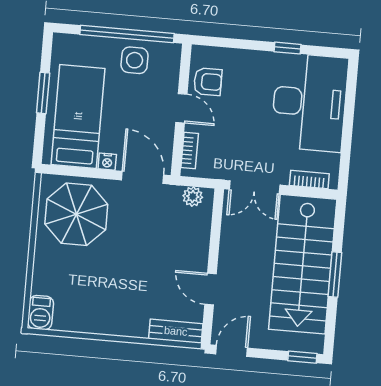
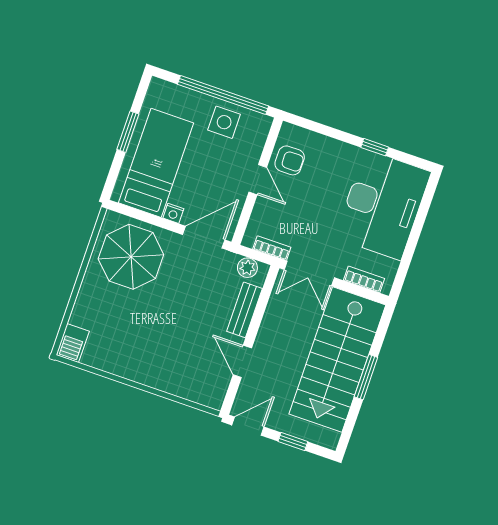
bookcase: (190, 150) -> (272, 248), moved, turned -90
door: (143, 177) -> (204, 237), hinge flipped
bench: (176, 331) -> (245, 310), moved, turned 90
window: (302, 357) -> (293, 442), moved

